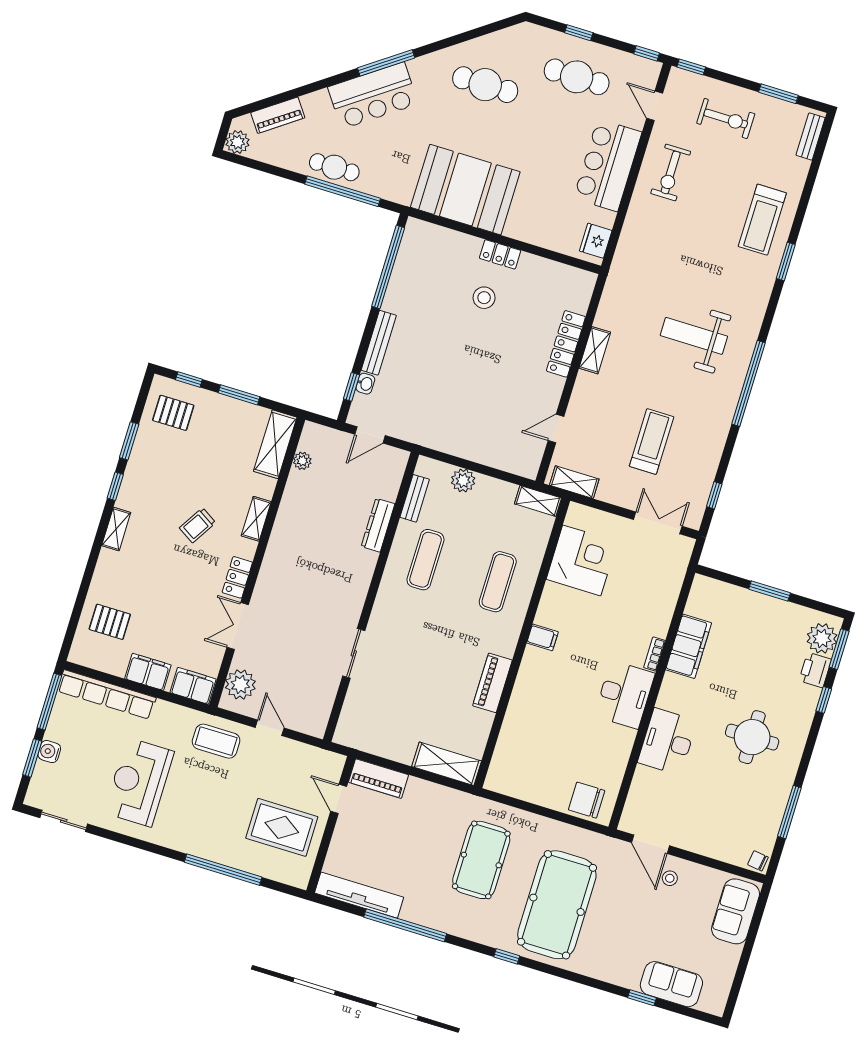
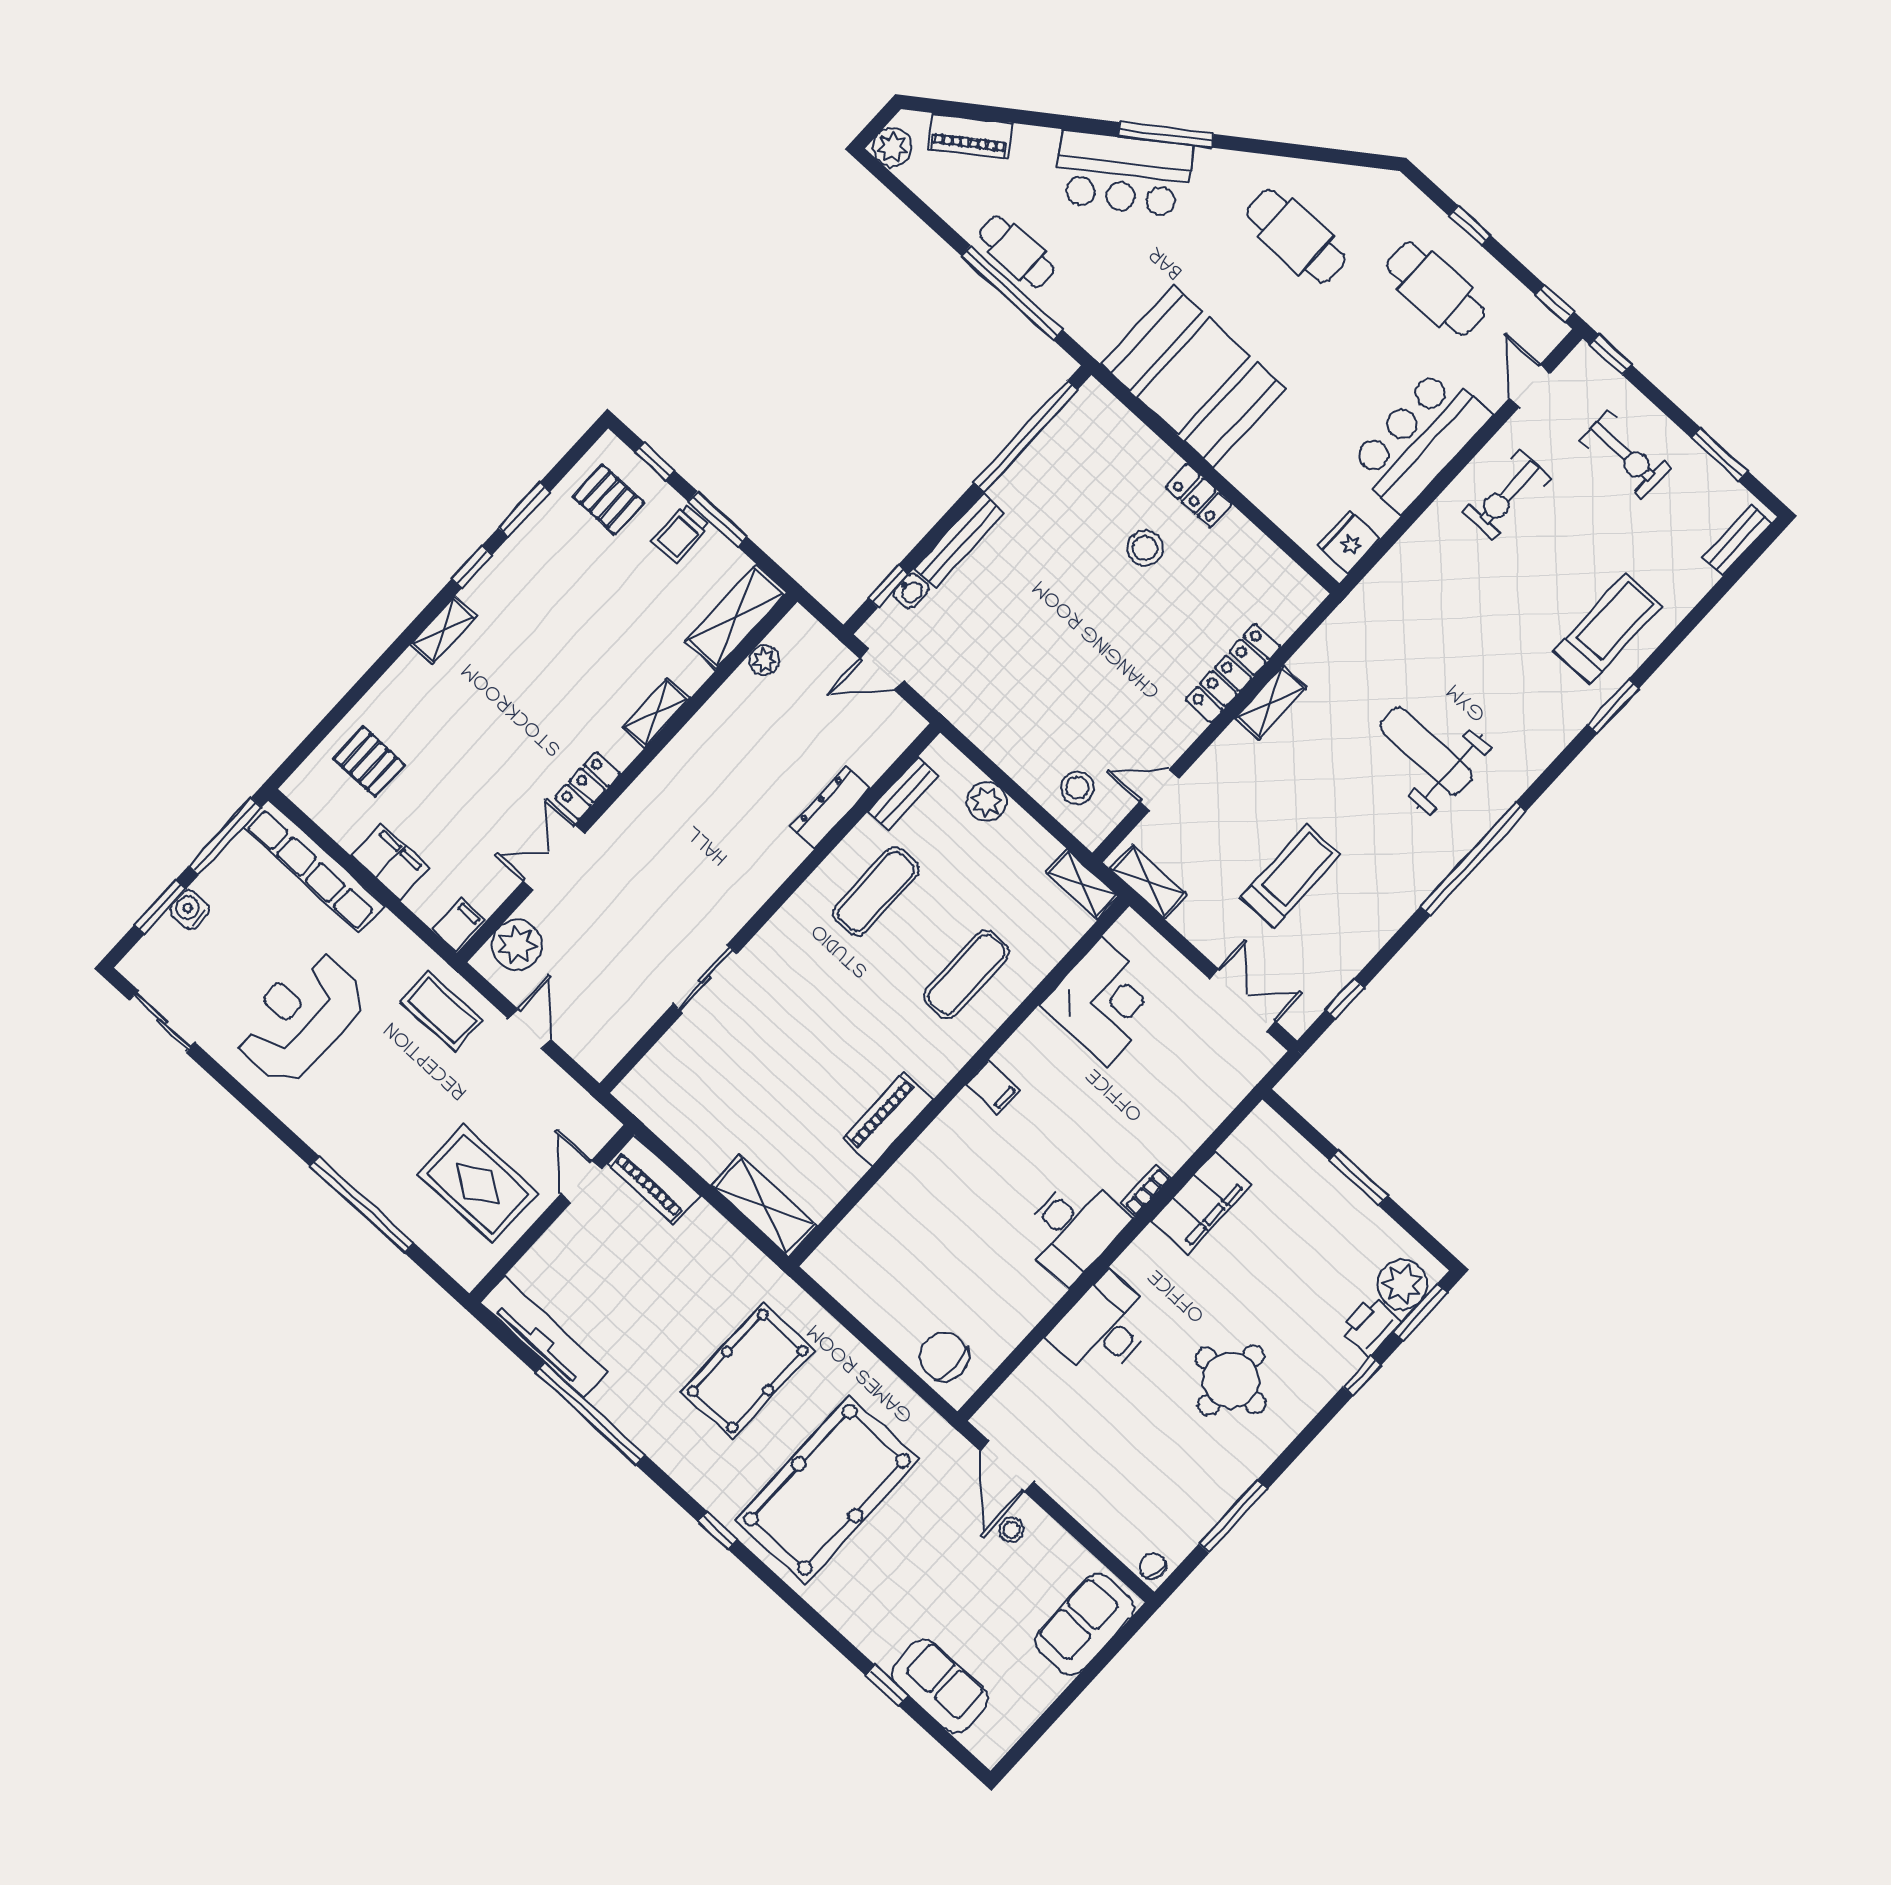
treadmill: (762, 220) -> (1608, 628), turned 180
stool: (510, 449) -> (1077, 788), added
trolley: (198, 525) -> (680, 534), moved, turned -32
filing cabinet: (193, 686) -> (459, 925), width x0.50

